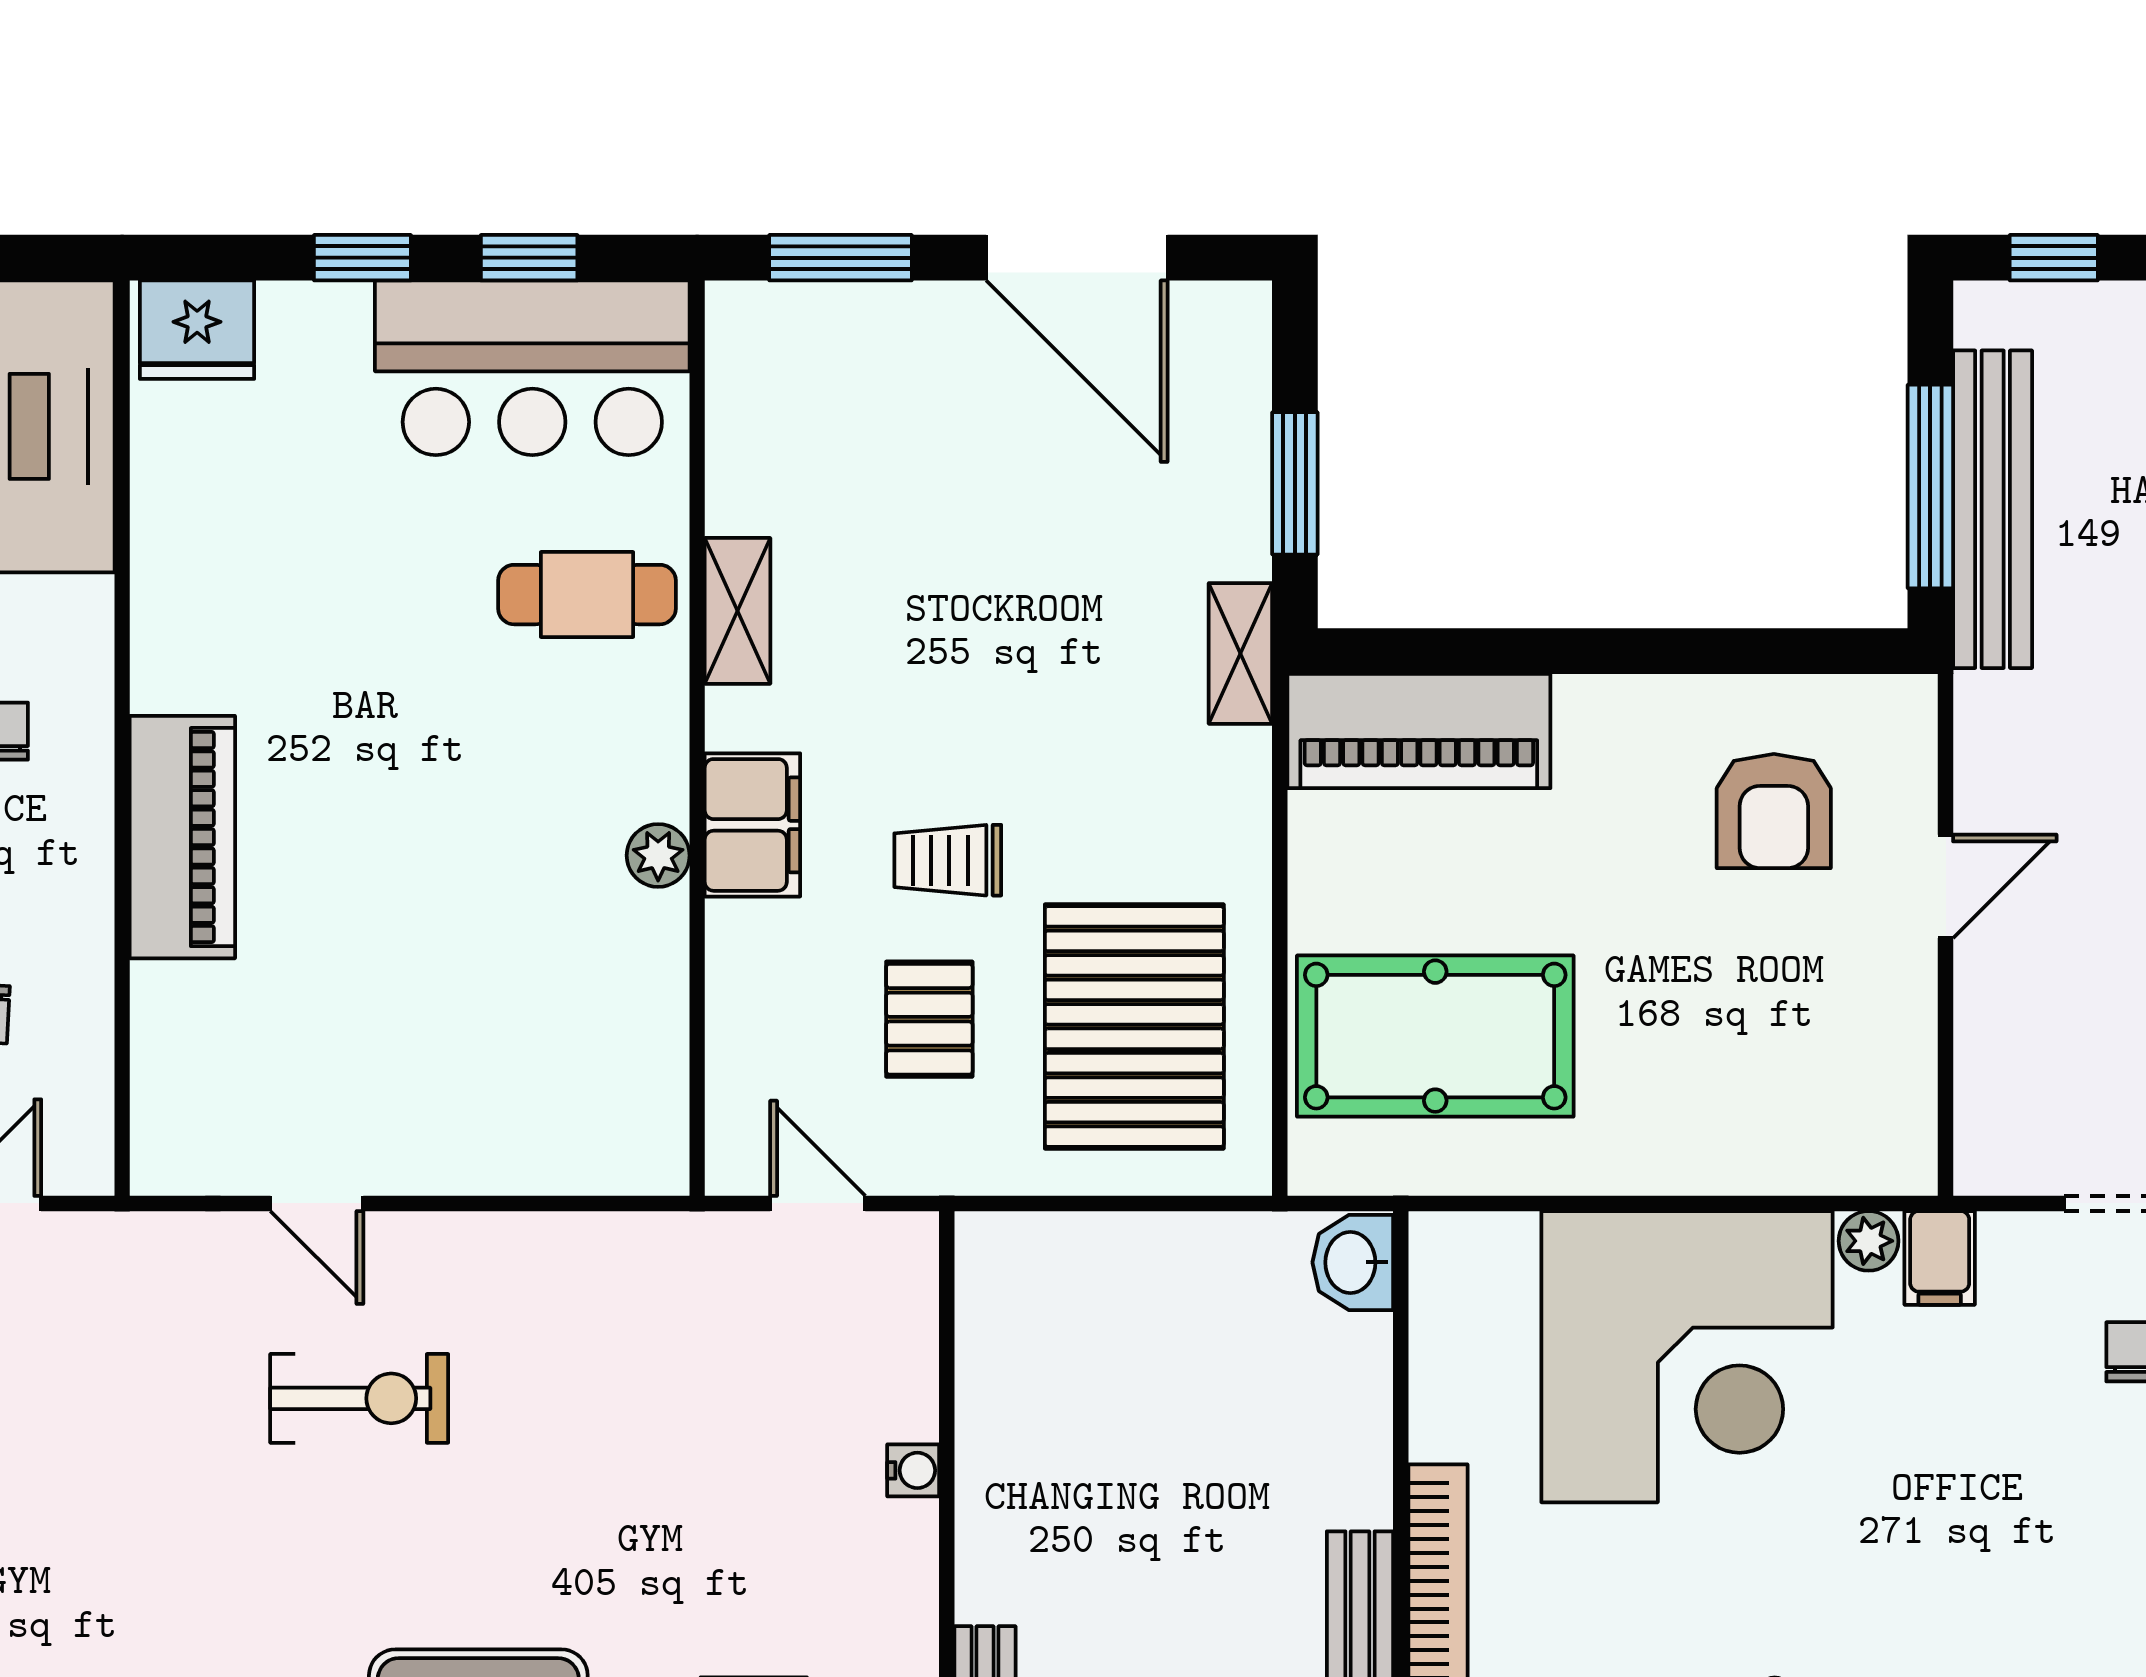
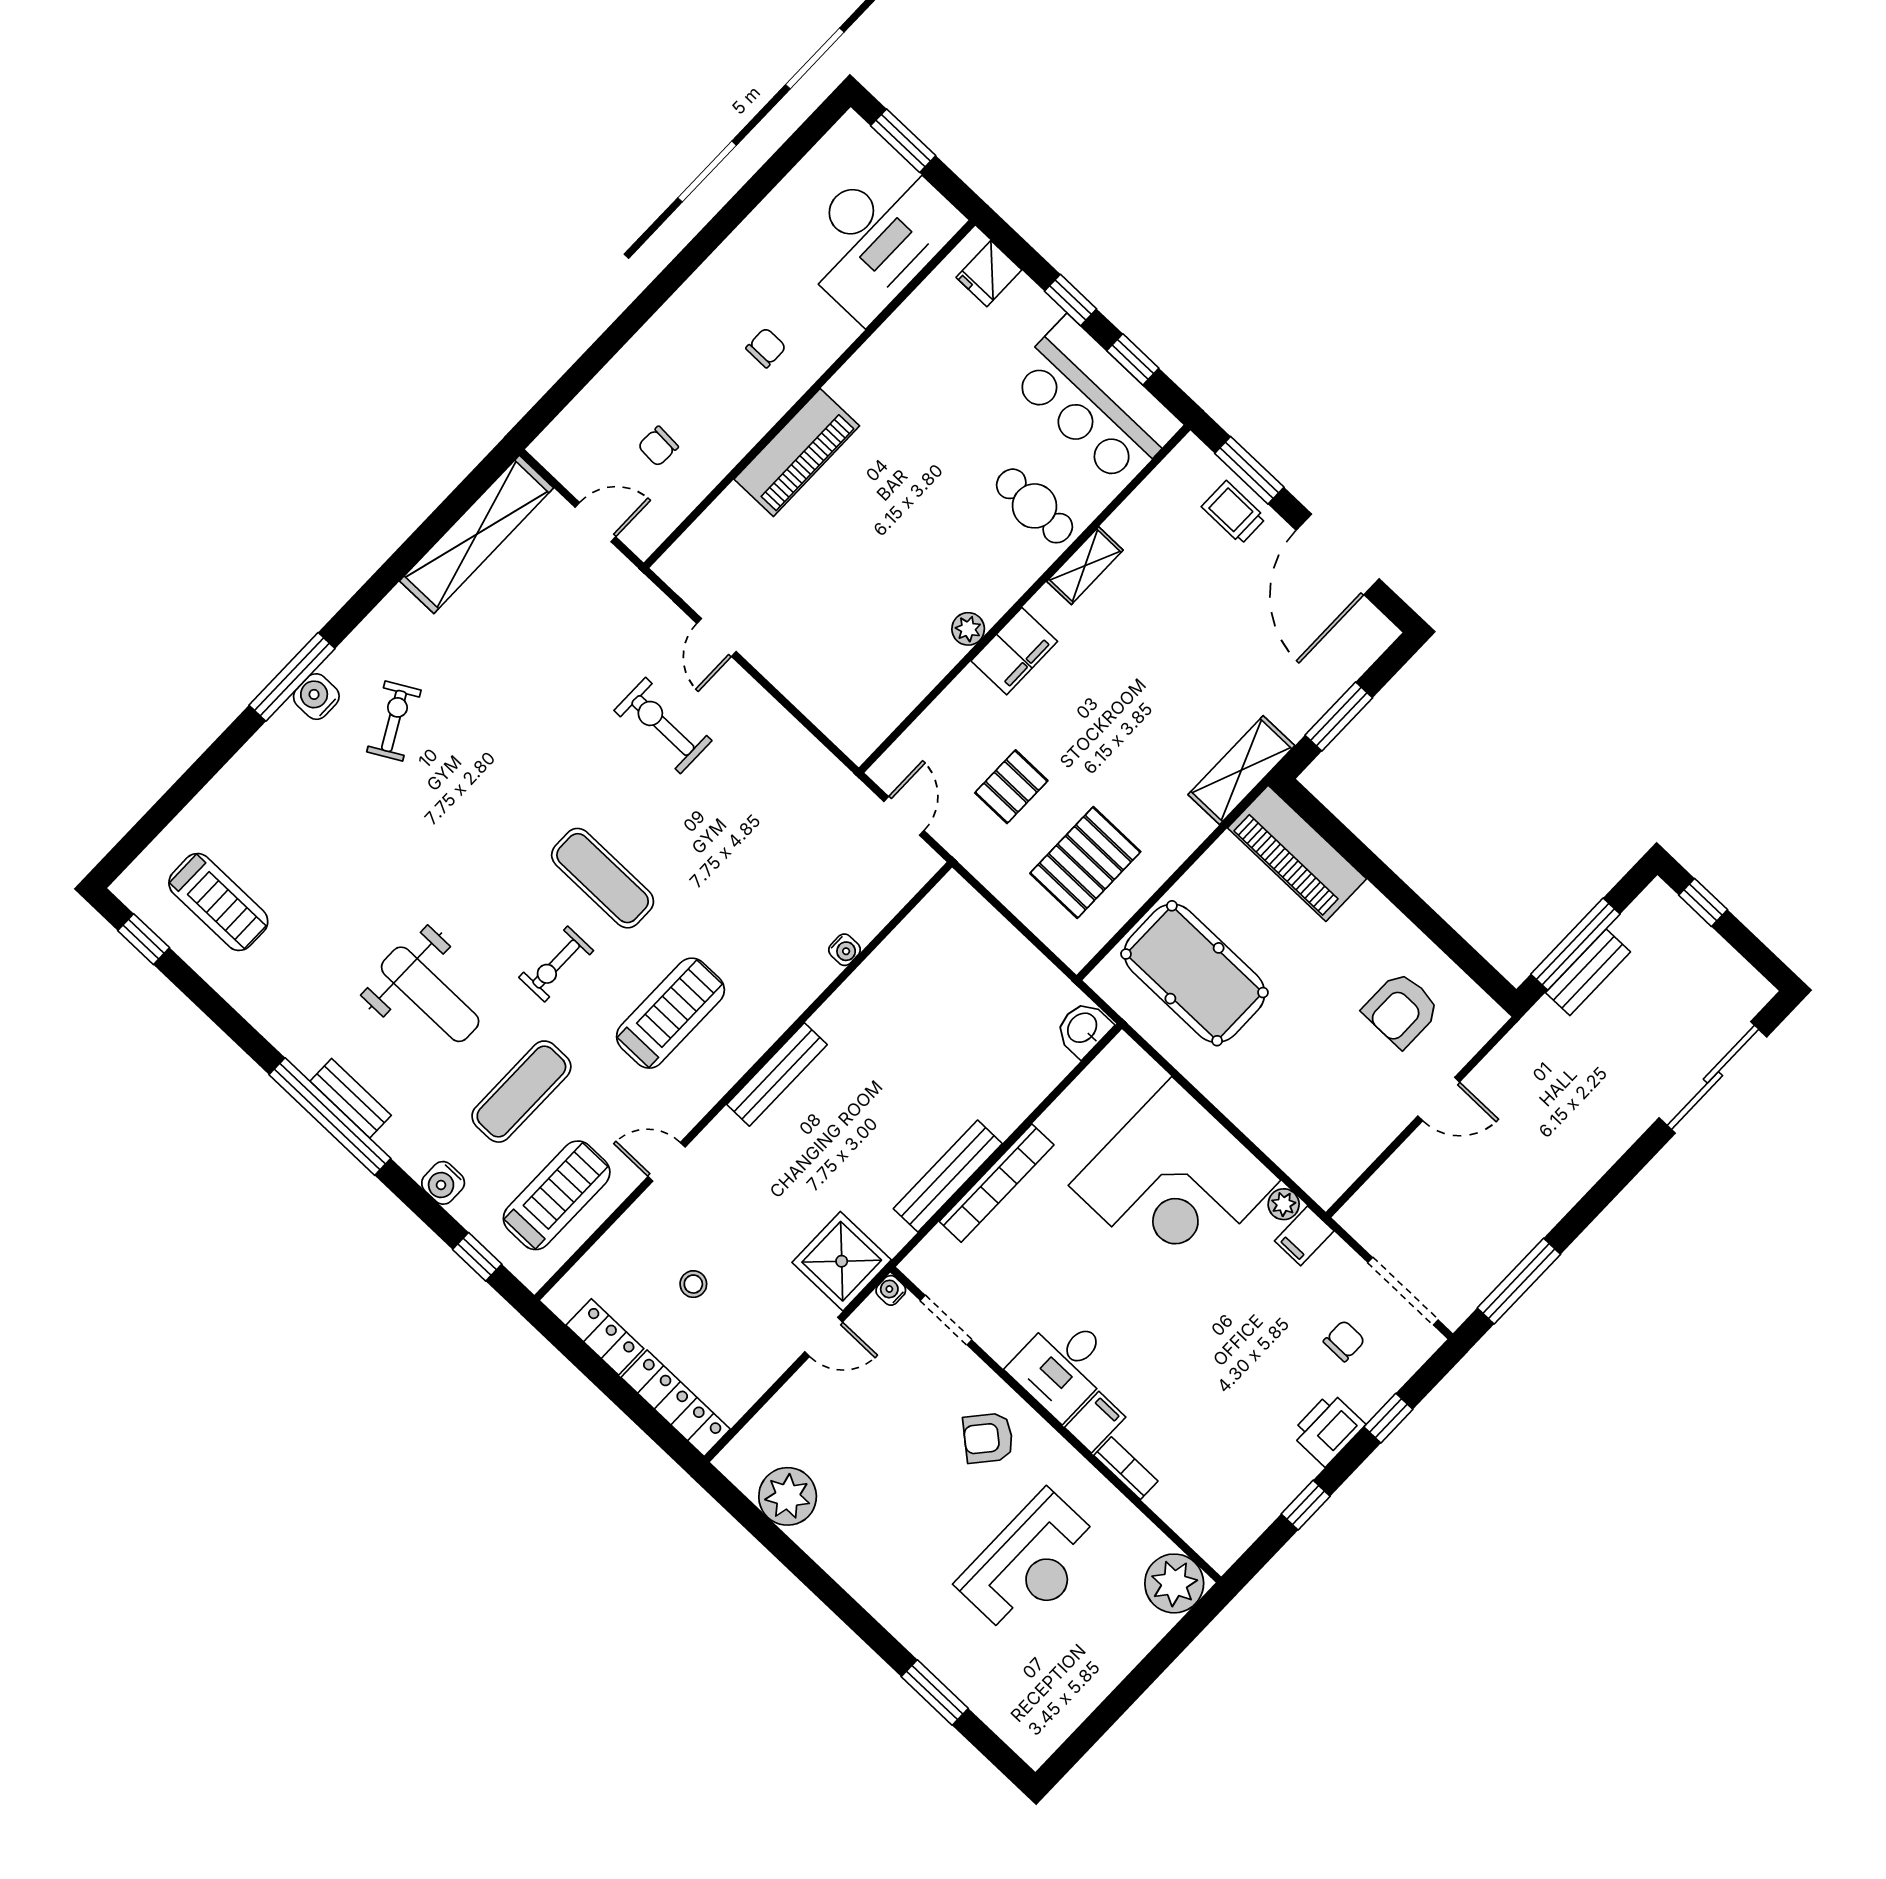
fridge: (197, 330) -> (989, 274), width x0.72
bench: (1993, 509) -> (1588, 972), width x0.54, depth x0.82
shelving: (1240, 653) -> (1241, 770), width x1.50, depth x1.33
trolley: (948, 860) -> (1234, 512), moved
pallet: (1134, 1027) -> (1085, 862), width x0.73, depth x0.71
exercise bike: (359, 1398) -> (663, 725), turned 180

